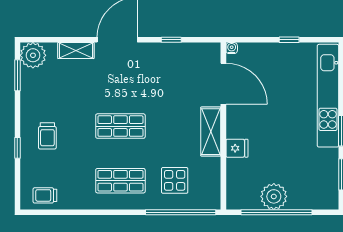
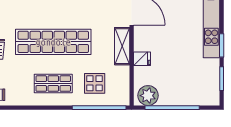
shop shelf: (120, 126) -> (53, 42), width x2.00, depth x1.36
plant: (274, 196) -> (148, 96), moved

